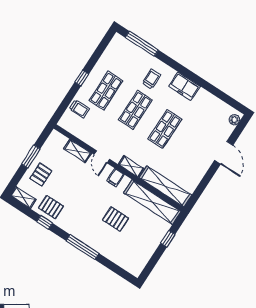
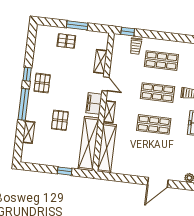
window: (82, 78) -> (128, 32), moved
door: (102, 157) -> (105, 84), swing flipped
filing cabinet: (115, 178) -> (94, 103), width x2.00
shelving: (23, 197) -> (29, 132), moved
pallet: (51, 207) -> (42, 83), moved
window: (45, 222) -> (27, 74), moved

